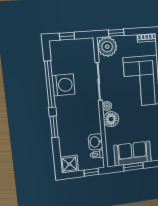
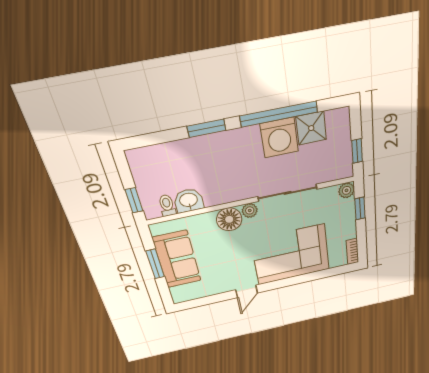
window: (67, 36) -> (357, 151), moved
plant: (107, 47) -> (347, 190), width x0.53, depth x0.53
shower: (69, 164) -> (311, 128), moved

